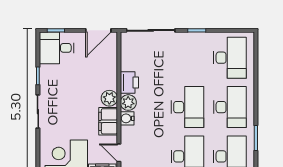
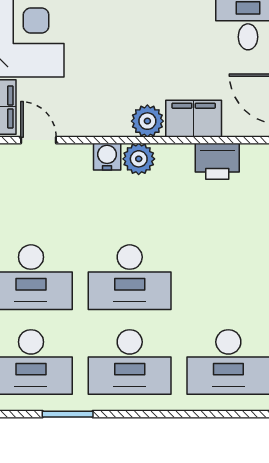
printer: (129, 82) -> (217, 161), moved
filing cabinet: (108, 121) -> (194, 119), moved
door: (119, 153) -> (39, 140), hinge flipped

